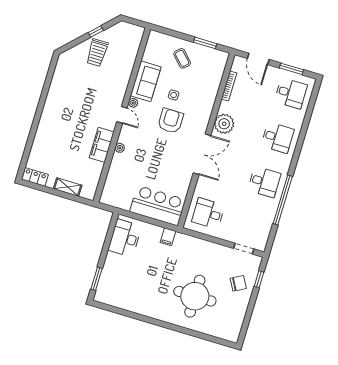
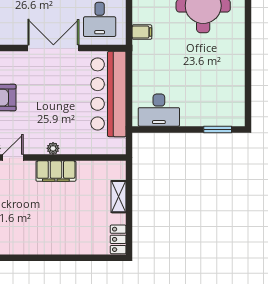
double door: (202, 154) -> (53, 48), moved
bar counter: (158, 206) -> (108, 94), width x1.36
filing cabinet: (168, 237) -> (142, 32), moved

